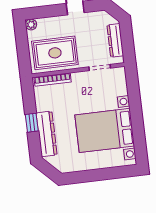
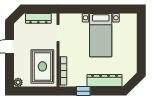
window: (32, 123) -> (83, 91), moved
bed with nightstands: (105, 130) -> (101, 35), width x0.73

